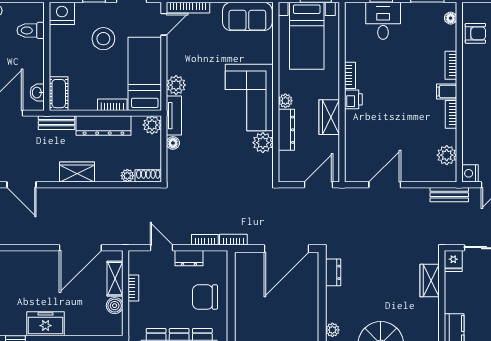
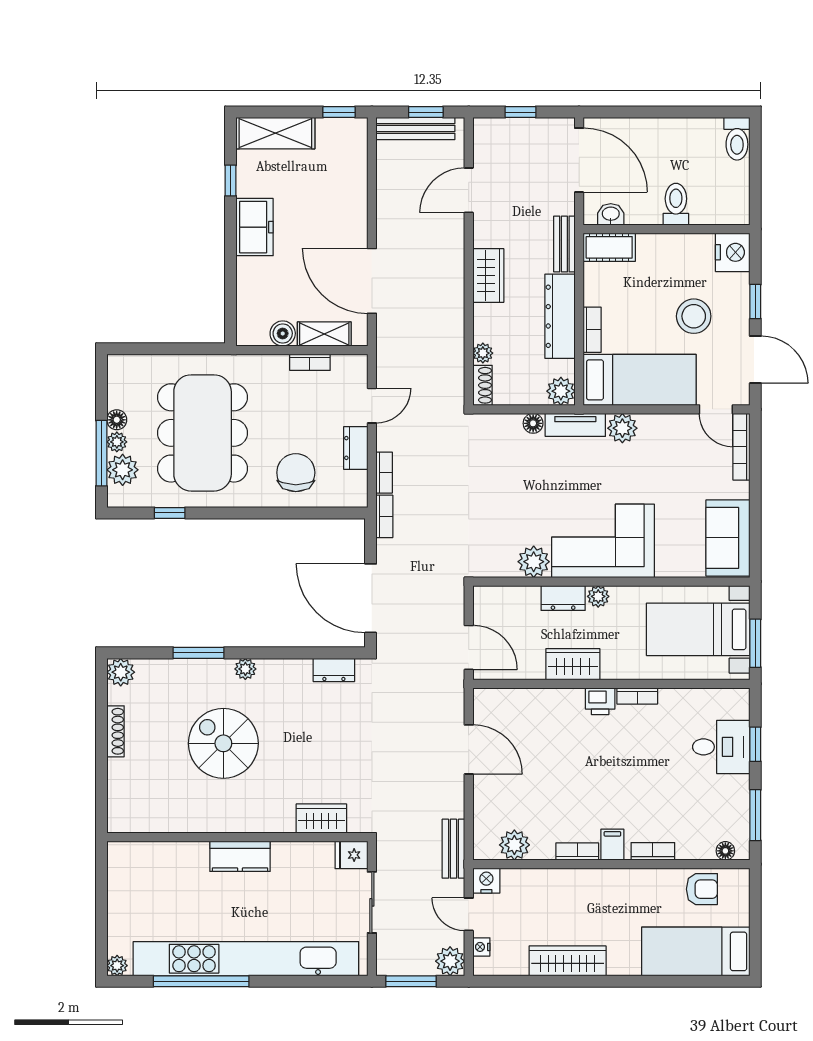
toilet: (31, 30) -> (676, 204), moved
armchair: (475, 33) -> (702, 889), turned -90
dresser: (286, 130) -> (563, 598), width x0.70

